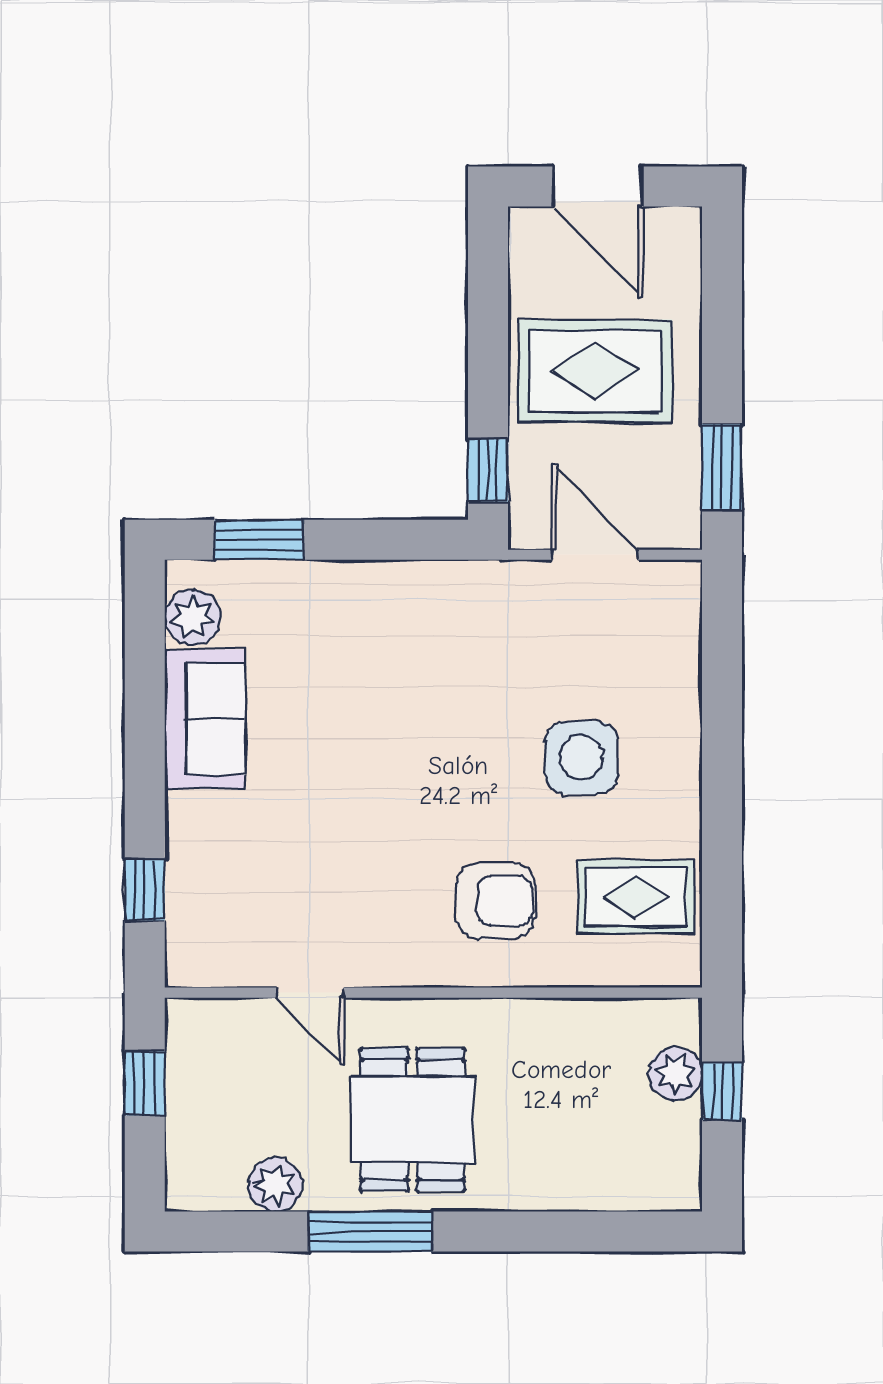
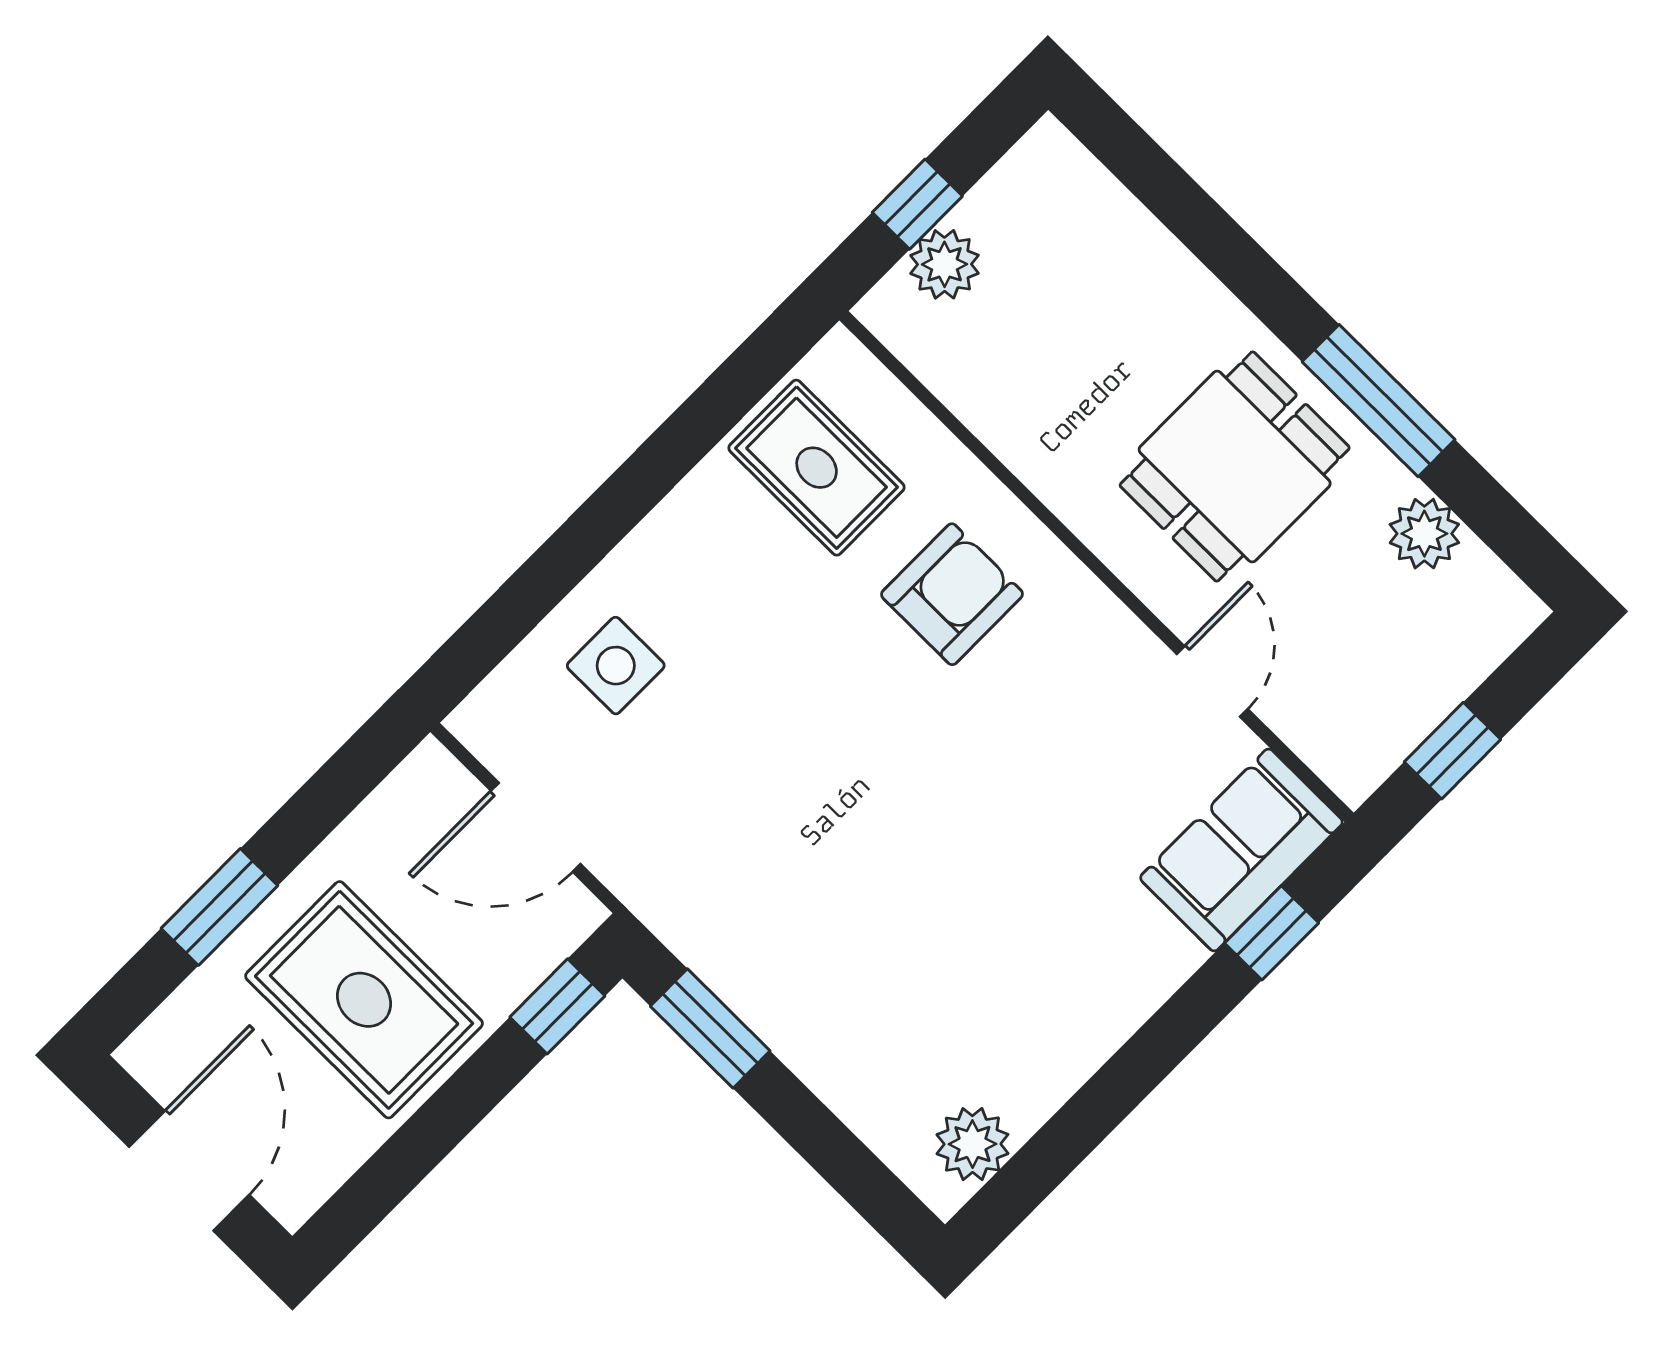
window: (722, 467) -> (219, 907), moved
window: (259, 540) -> (710, 1028), moved
door: (595, 555) -> (536, 827), hinge flipped
sofa: (205, 719) -> (1241, 850), moved
side table: (581, 758) -> (616, 666), moved, width x0.73, depth x0.73
armchair: (496, 901) -> (952, 594), turned 90

